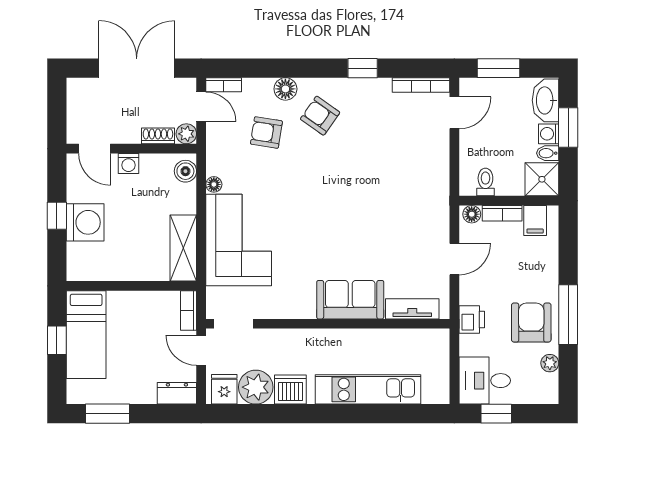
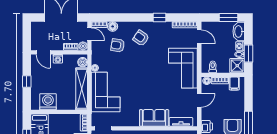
window: (499, 68) -> (229, 17), moved
floor lamp: (285, 89) -> (113, 26), moved
door: (454, 113) -> (199, 37), hinge flipped
window: (568, 127) -> (249, 54), moved
corner sofa: (417, 185) -> (183, 68), added
washing machine: (85, 222) -> (48, 102), moved, turned -90
shelving: (183, 248) -> (82, 89), width x1.47

